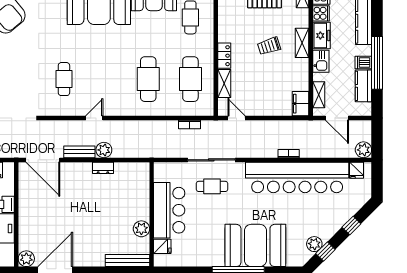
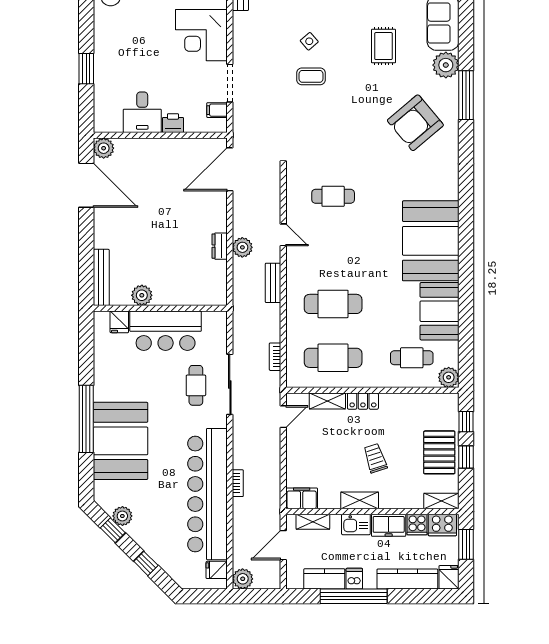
shelving: (302, 43) -> (360, 500), moved
bench: (79, 152) -> (273, 283), moved

